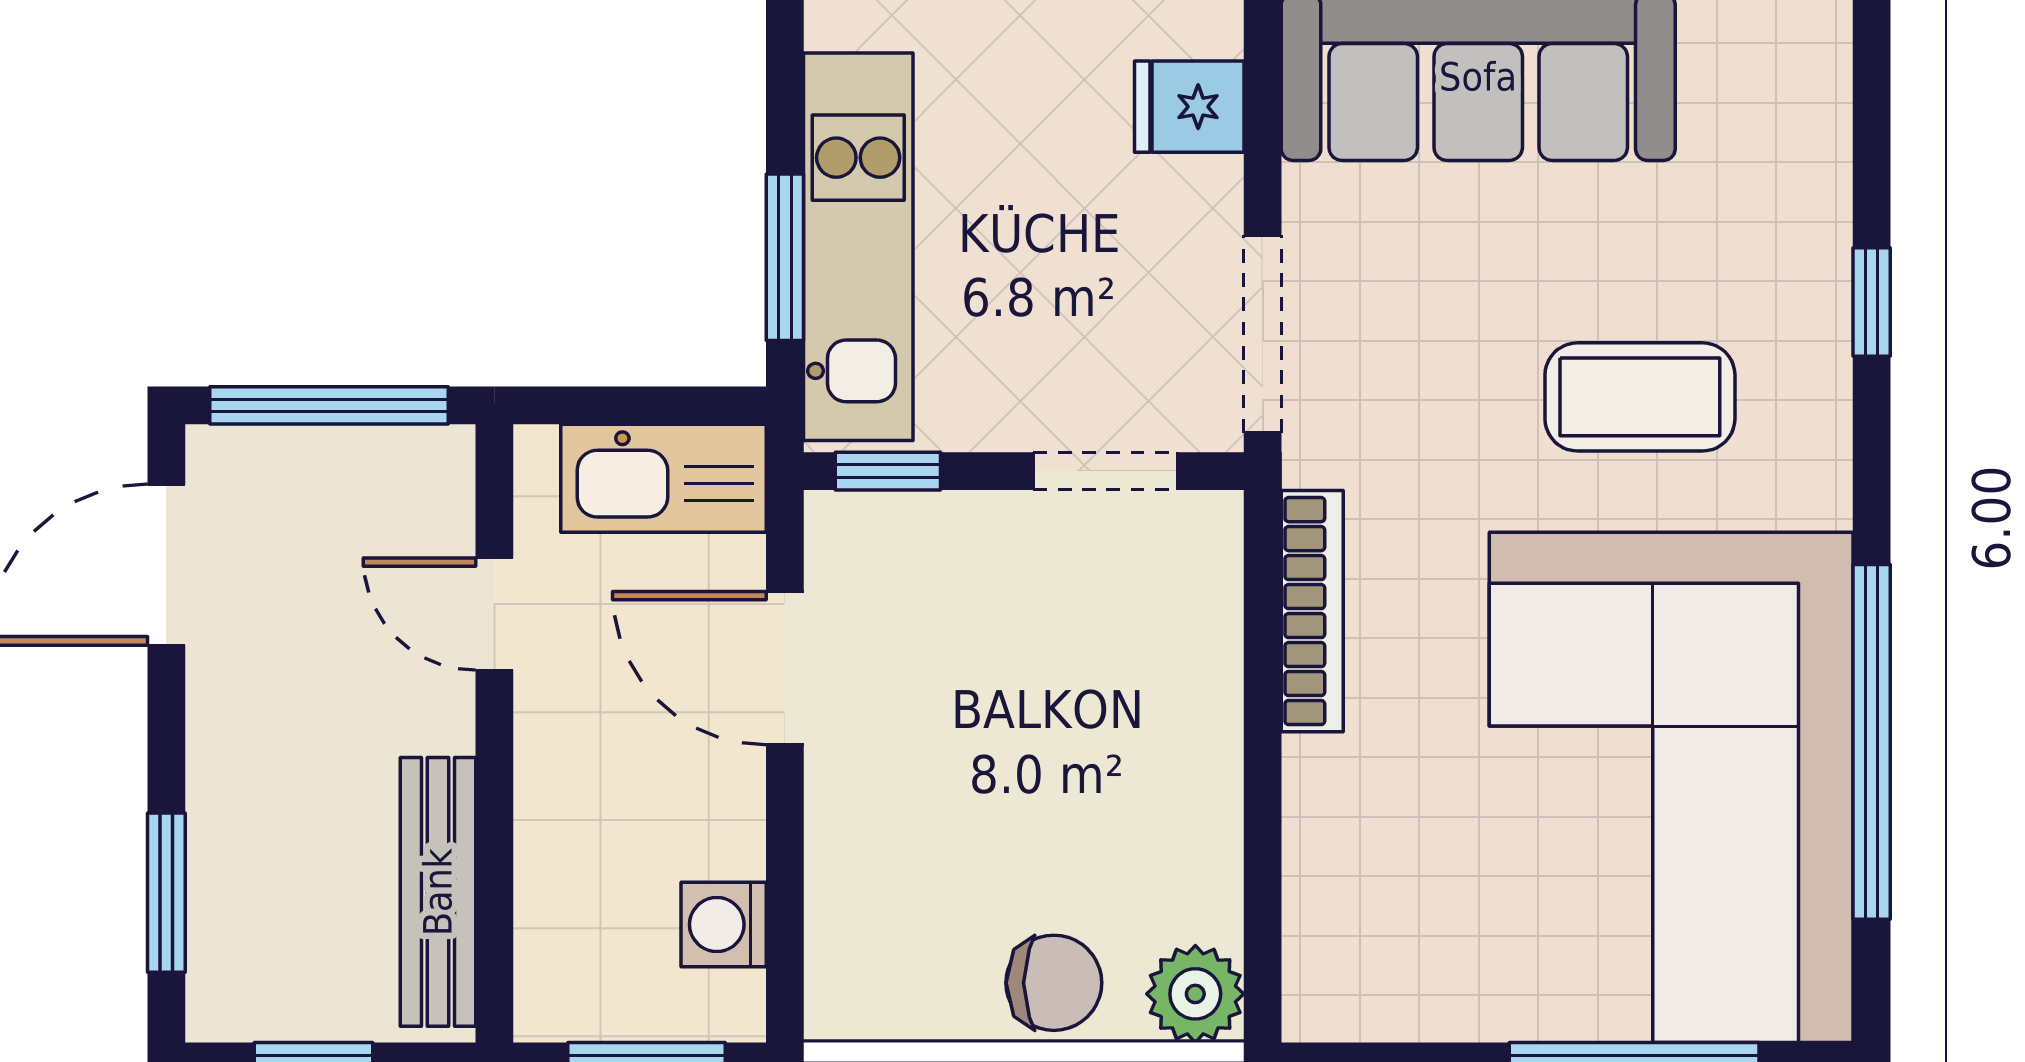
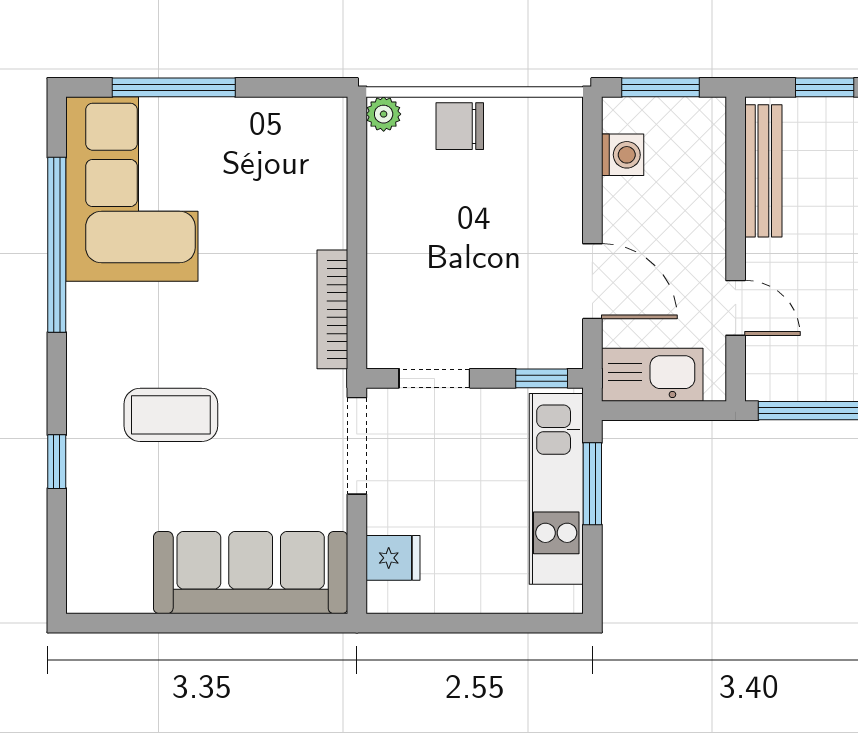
corner sofa: (1671, 787) -> (132, 189), width x0.73, depth x0.74
plant: (1195, 994) -> (384, 114), width x0.73, depth x0.73

